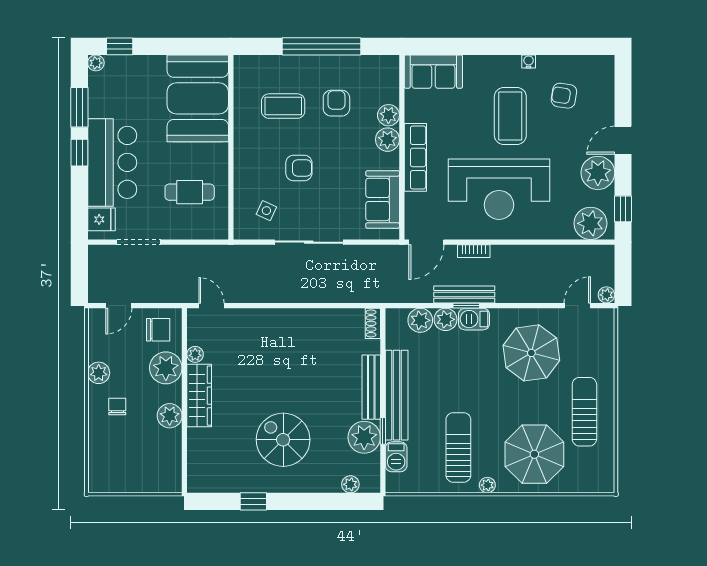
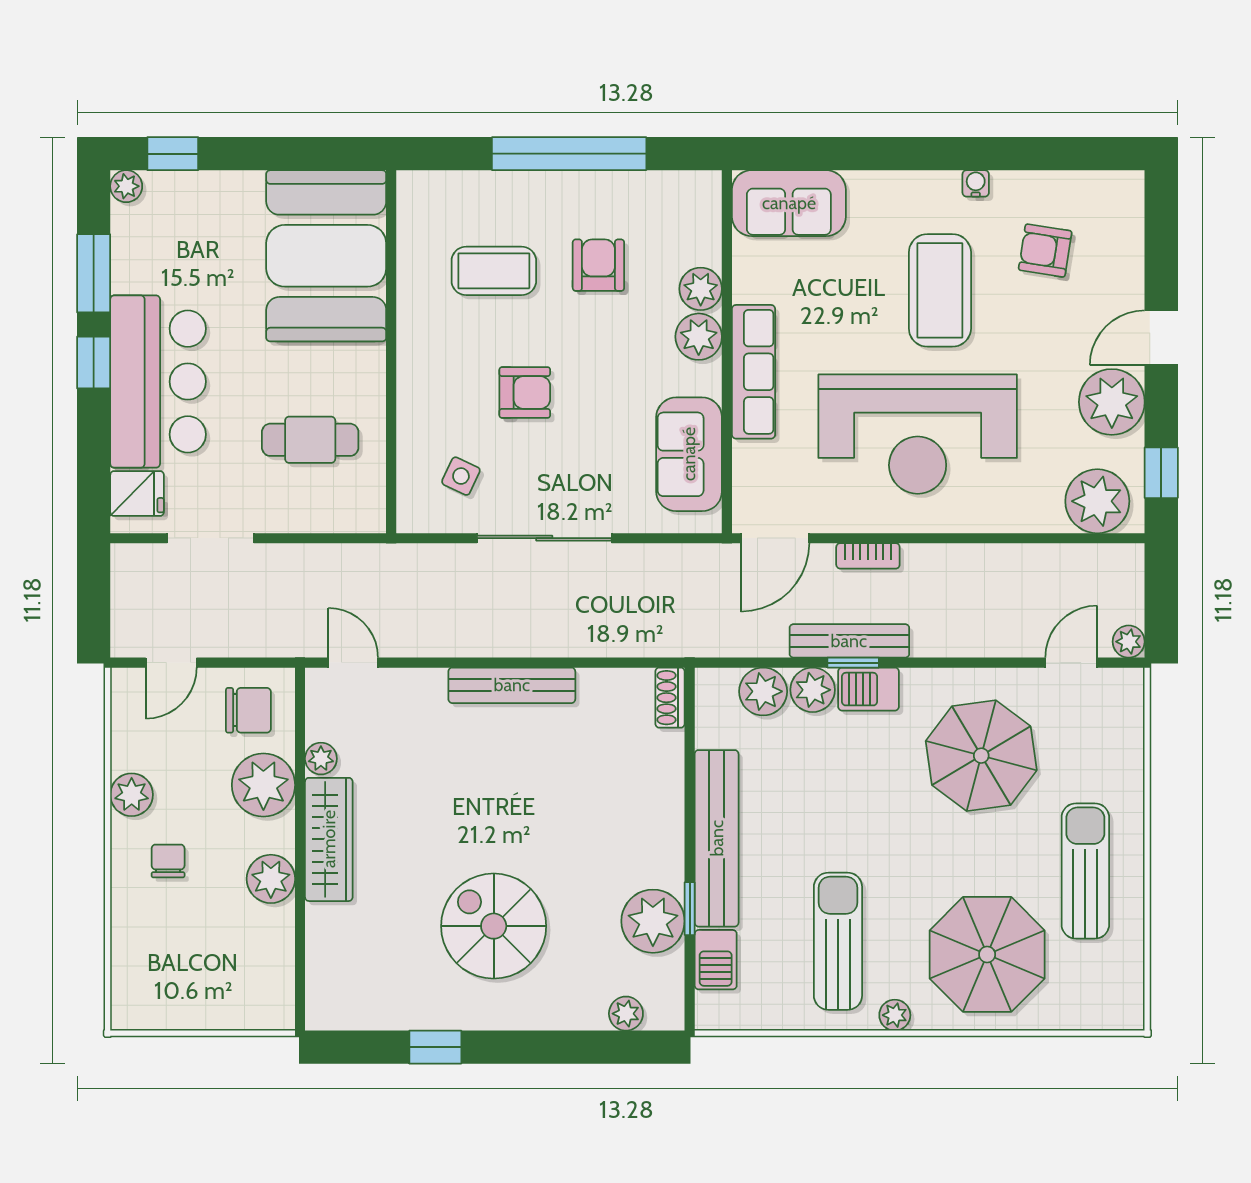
bench: (371, 387) -> (512, 685), moved, turned 90

